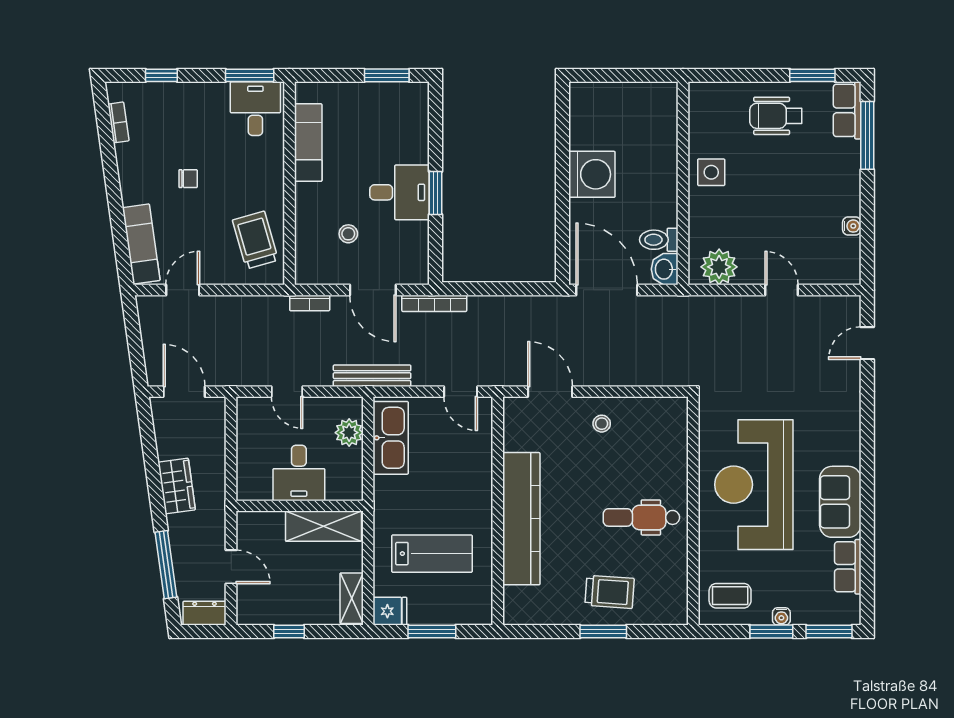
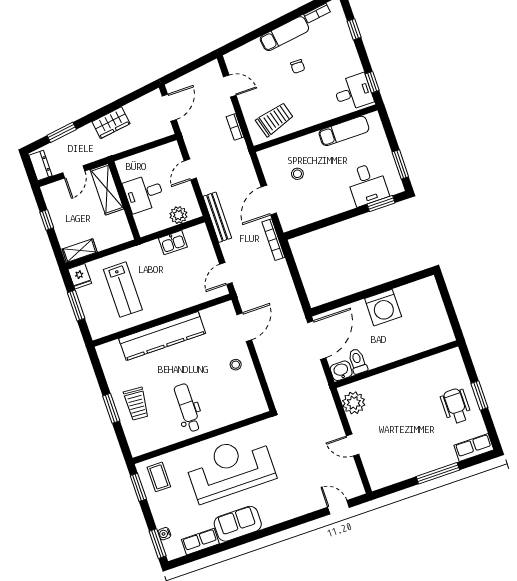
window: (250, 75) -> (372, 82), width x0.67
window: (812, 75) -> (479, 395), moved
window: (867, 135) -> (438, 473), moved
side table: (711, 172) -> (409, 379), removed
desk: (400, 192) -> (367, 184), moved
window: (435, 193) -> (381, 204), moved
water cooler: (852, 226) -> (405, 474), removed
exam couch: (141, 244) -> (284, 34), moved
door: (781, 290) -> (353, 445), swing flipped
bookcase: (310, 303) -> (235, 127), moved
kitchen sink: (391, 438) -> (173, 243), width x0.53, depth x0.81
shelving: (324, 526) -> (107, 189), moved
window: (166, 565) -> (62, 132), width x0.69
water cooler: (781, 616) -> (164, 534), moved
window: (771, 632) -> (138, 487), moved

